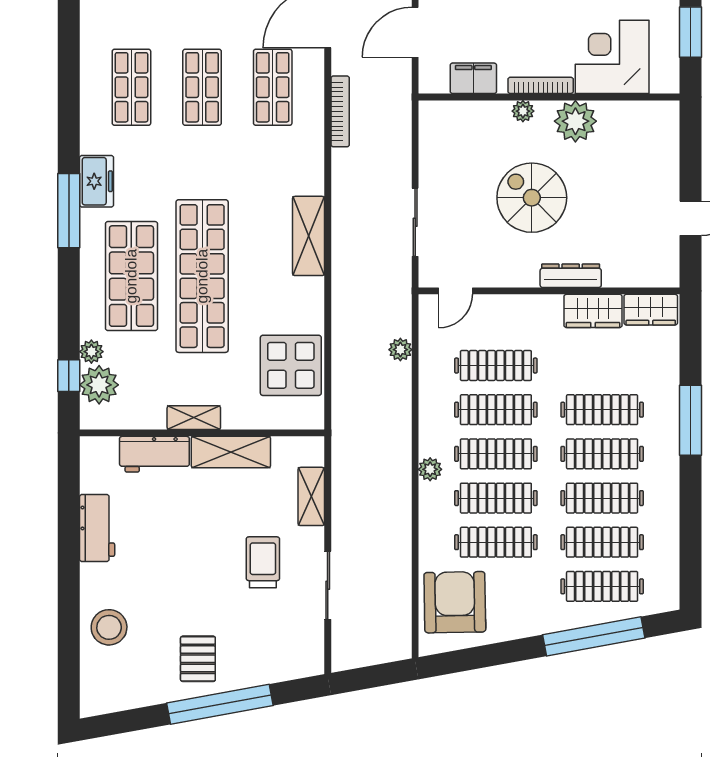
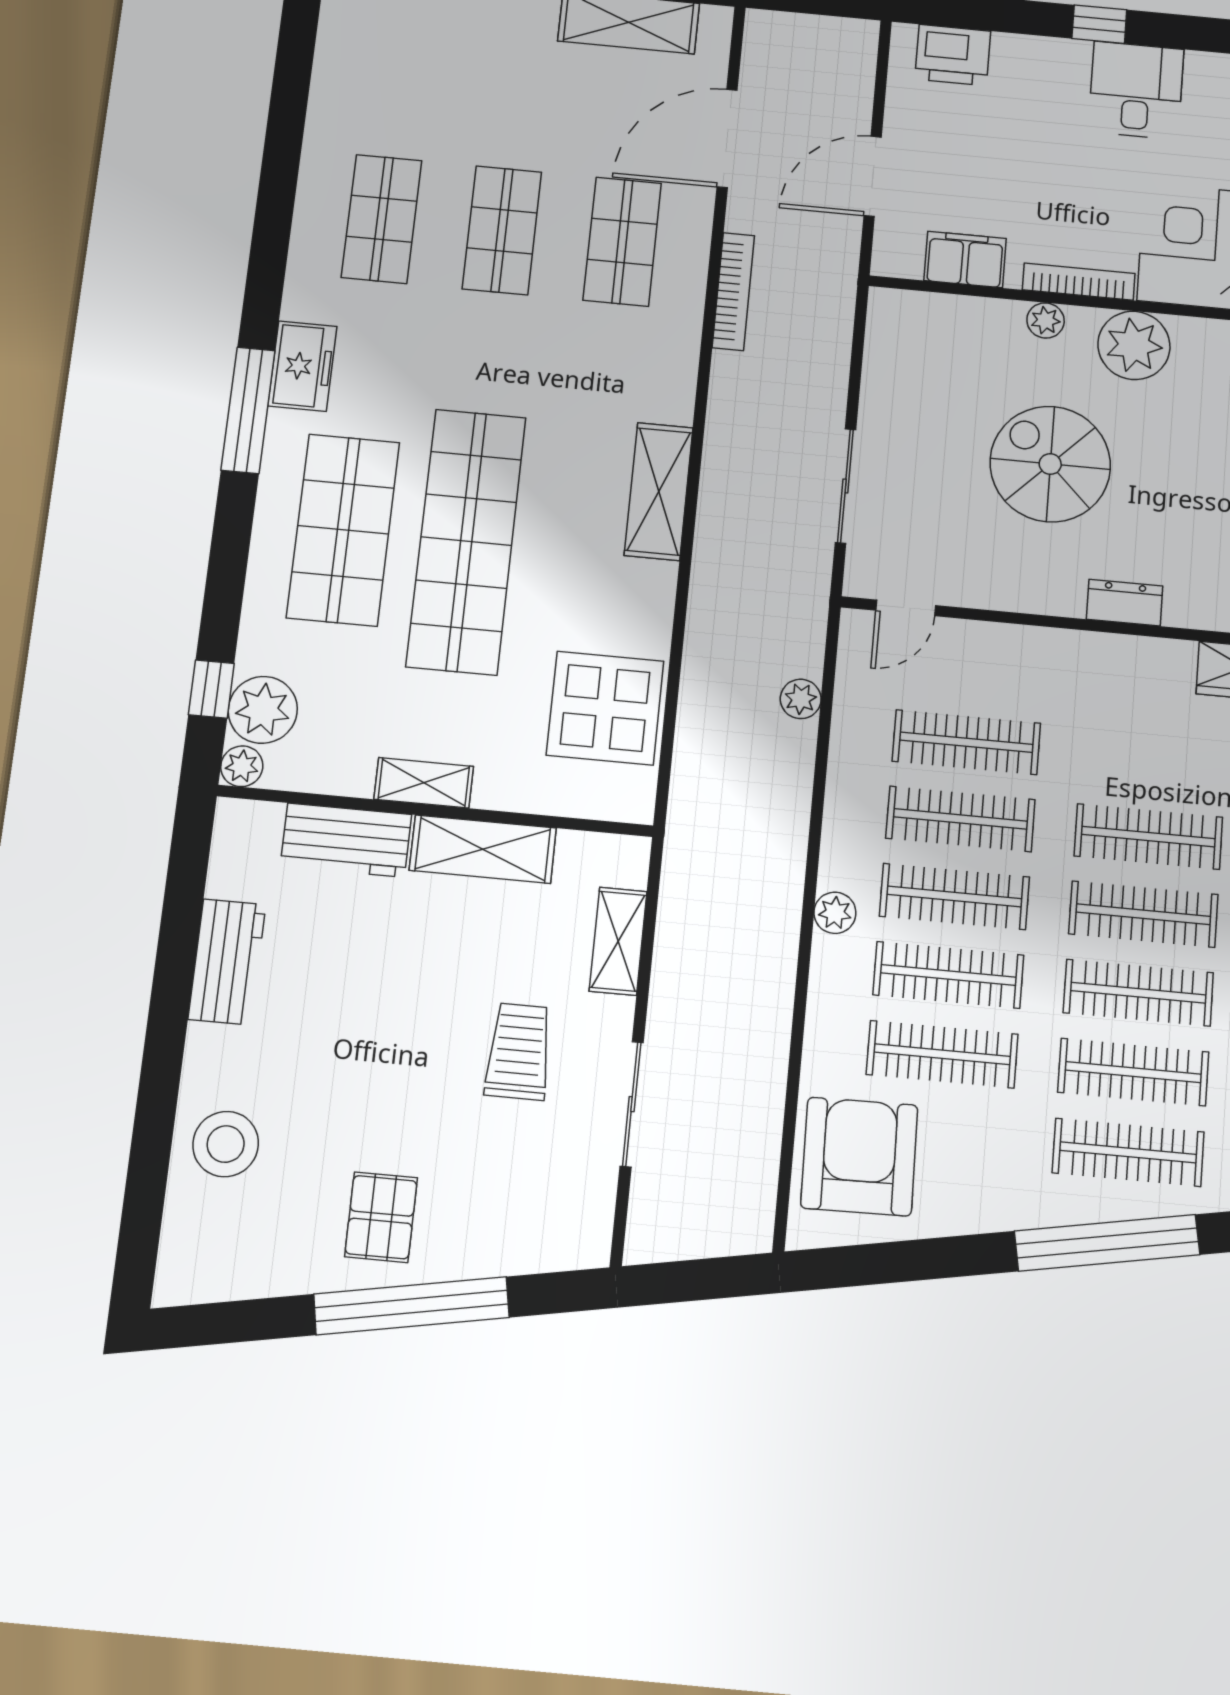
dresser: (571, 276) -> (1125, 603), width x0.70
wardrobe: (593, 311) -> (1143, 665), removed
plant: (91, 352) -> (242, 766), moved

